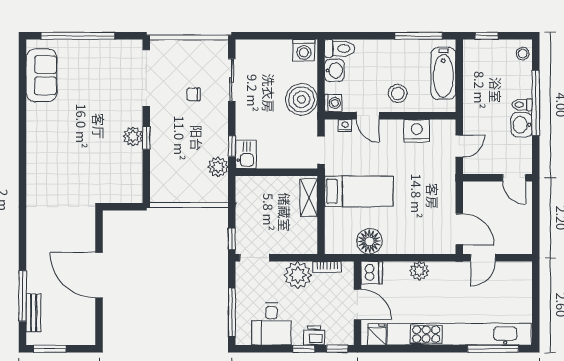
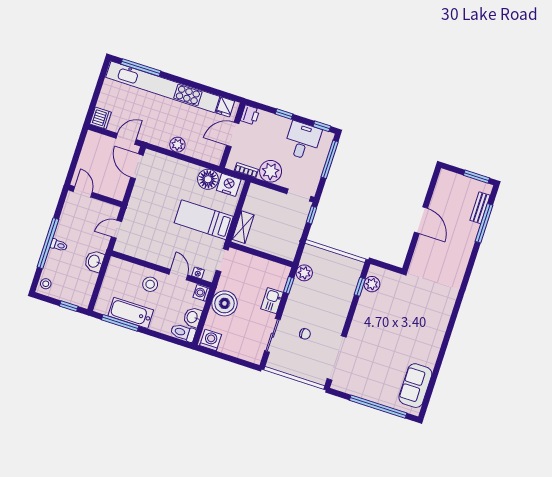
bathtub: (443, 73) -> (131, 313), moved, turned -90
washbasin: (522, 125) -> (94, 261), moved, turned 180
nightstand: (417, 131) -> (229, 185), moved, turned 180
plant: (133, 136) -> (372, 284), moved
window: (146, 138) -> (360, 287), moved
kitchen sink: (246, 154) -> (272, 301), moved
dishwasher: (372, 273) -> (101, 118), moved, turned 180
door: (99, 275) -> (421, 220), width x0.73
door: (357, 304) -> (233, 134), hinge flipped
printer: (314, 335) -> (250, 115), moved, turned -90
window: (337, 349) -> (322, 126), moved

